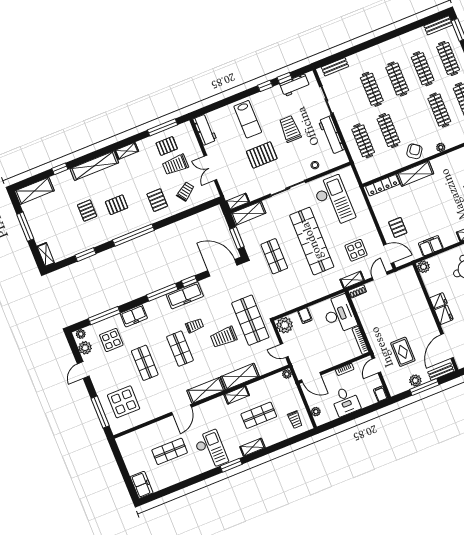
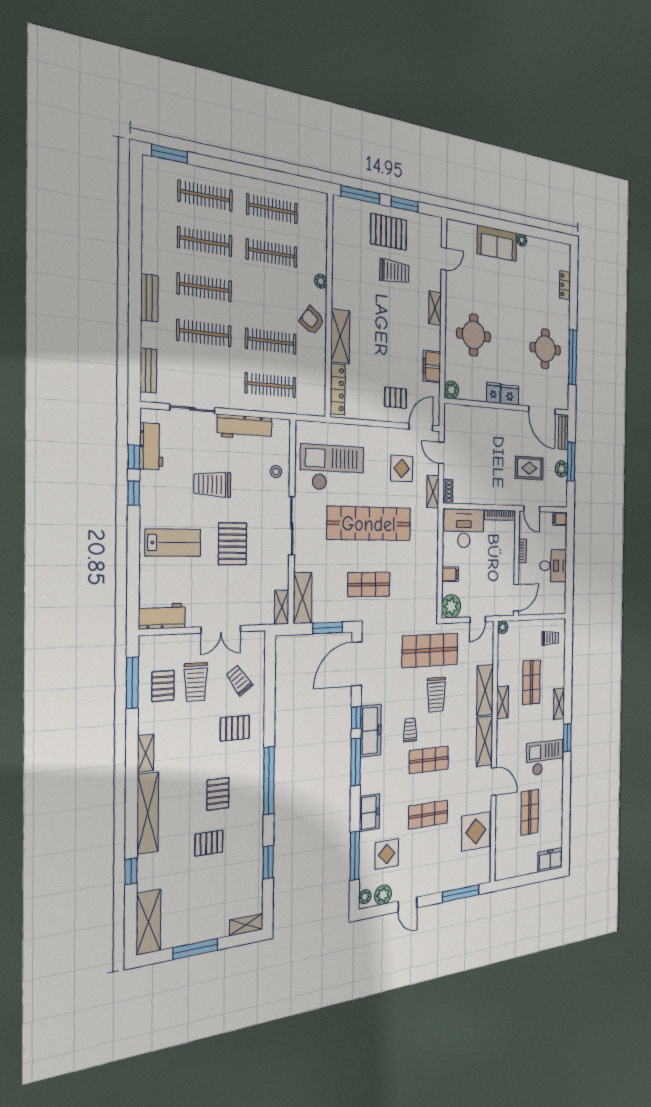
bench: (438, 25) -> (149, 298), moved
display table: (124, 402) -> (476, 831), moved
plant: (316, 412) -> (551, 608), removed

